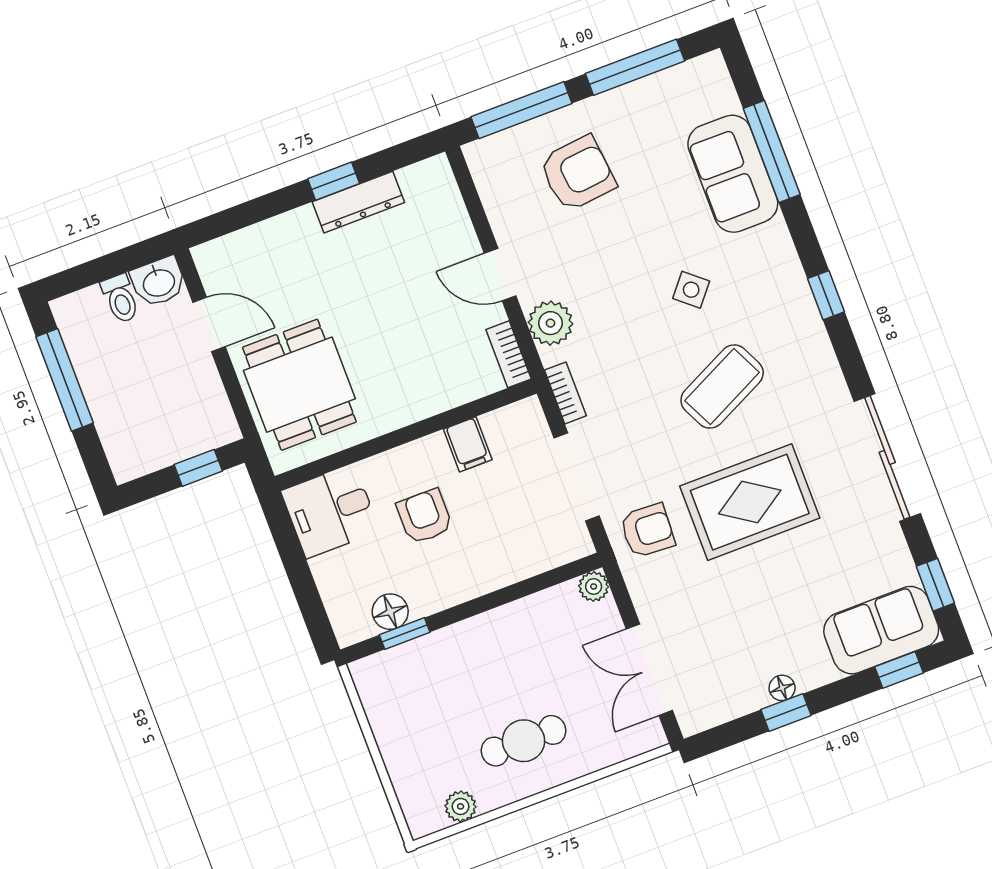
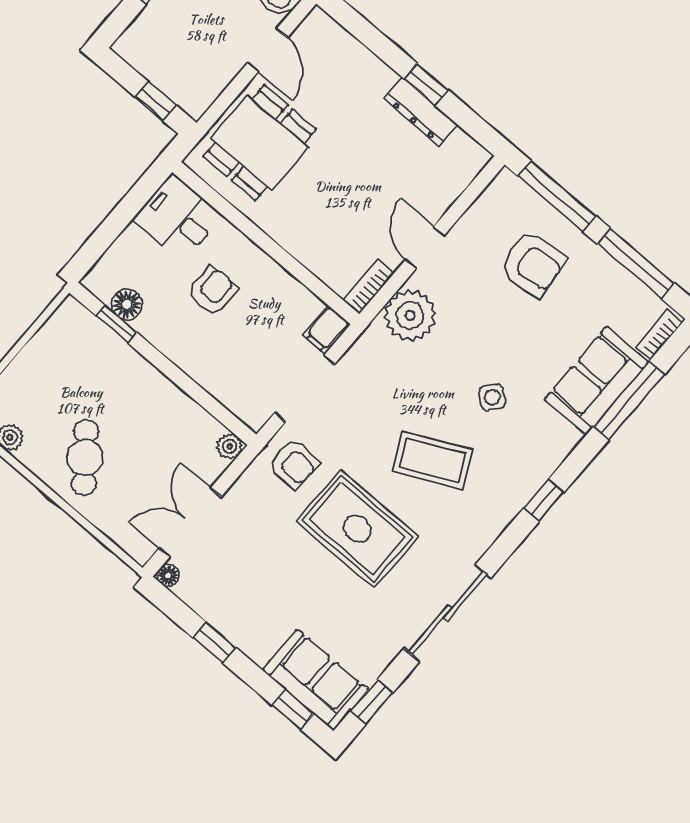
plant: (551, 323) -> (410, 315), width x1.36, depth x1.36
bookcase: (565, 393) -> (659, 335), moved, turned 180
filing cabinet: (468, 444) -> (327, 330), moved
floor lamp: (782, 688) -> (168, 575), moved
cafe table: (524, 741) -> (85, 457), turned 52

